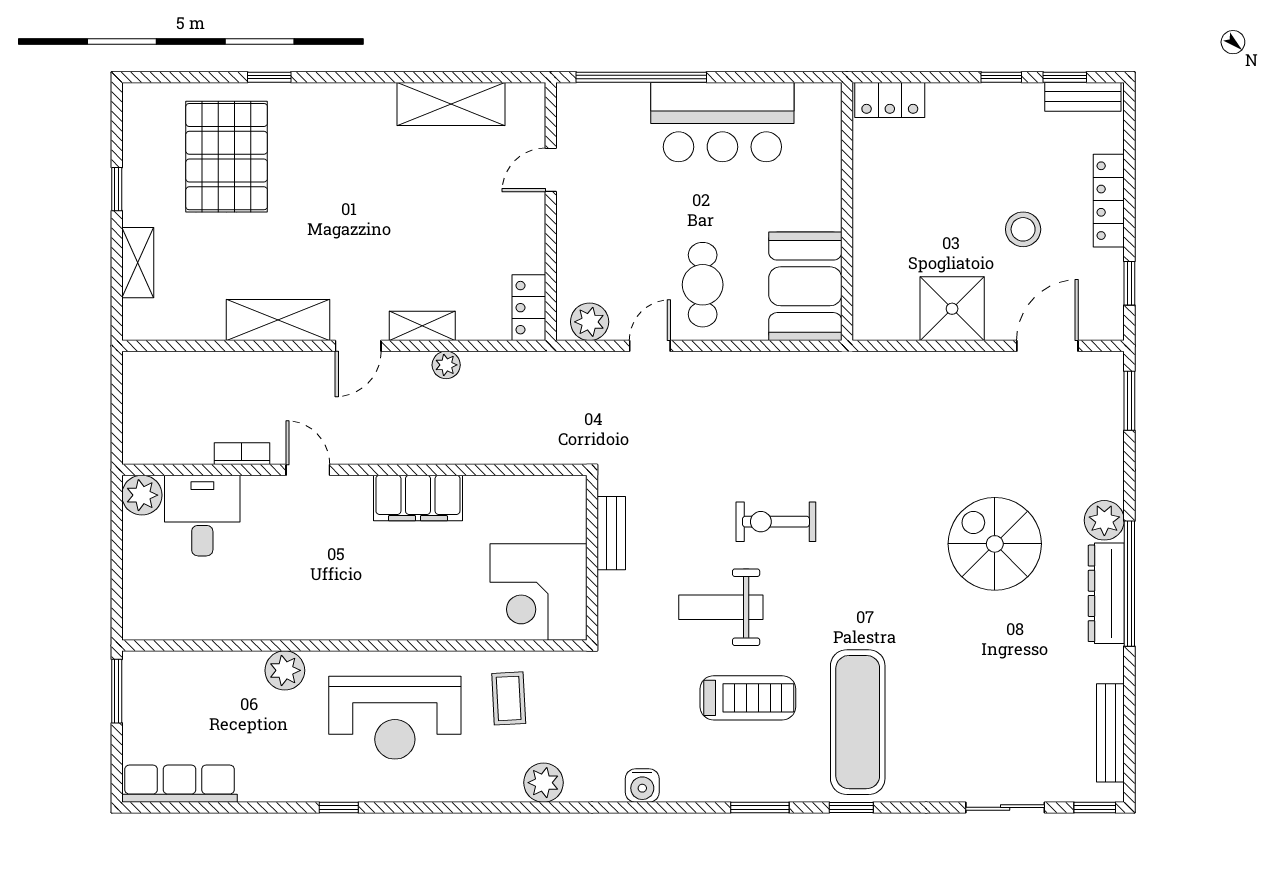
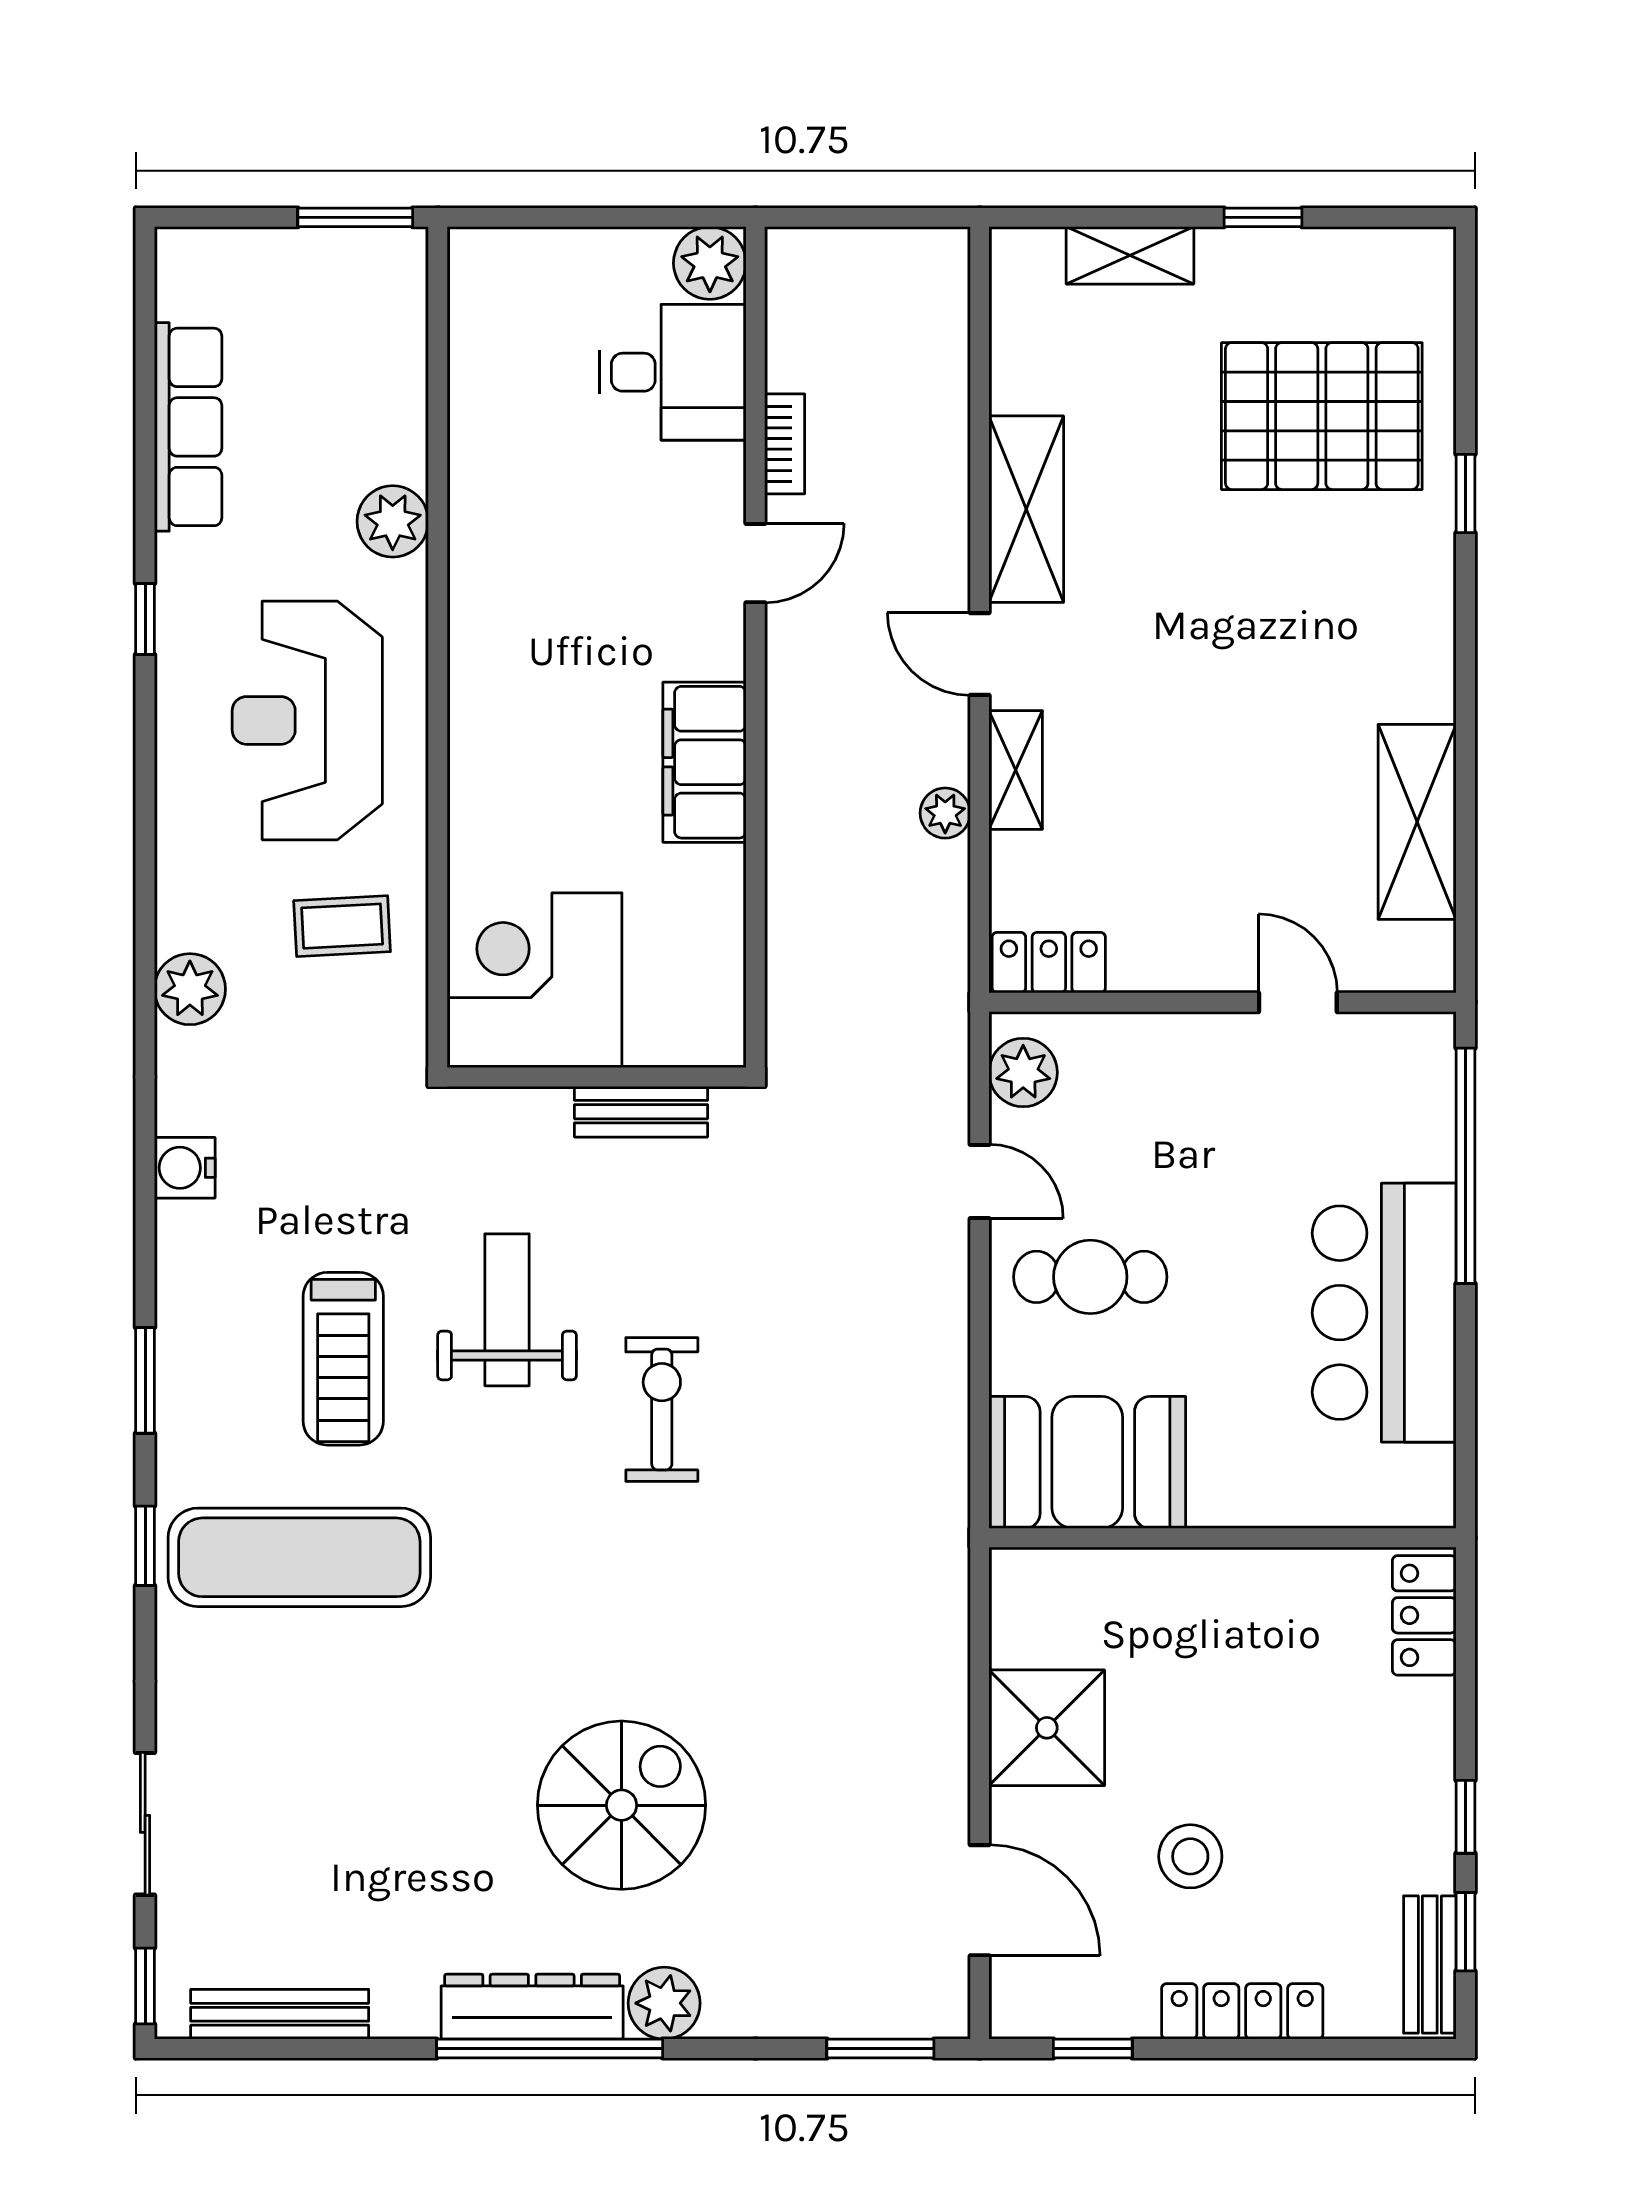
row of seats: (180, 784) -> (188, 427), moved

